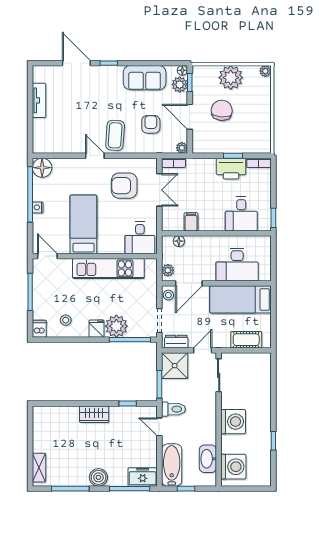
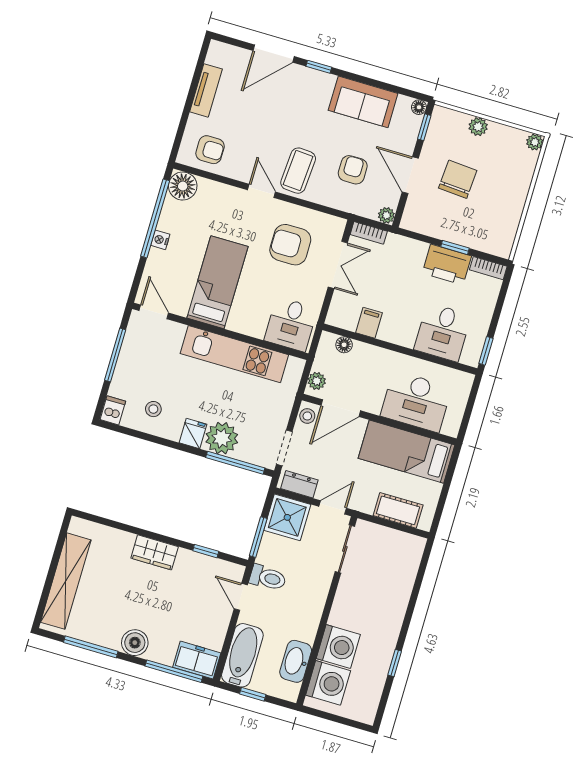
door: (76, 63) -> (274, 54), swing flipped
plant: (231, 78) -> (478, 127), width x0.53, depth x0.53
plant: (180, 84) -> (409, 126), removed
armchair: (53, 139) -> (210, 150), added
washing machine: (233, 422) -> (338, 647), moved
shelving: (39, 468) -> (66, 581), width x2.20, depth x1.33

